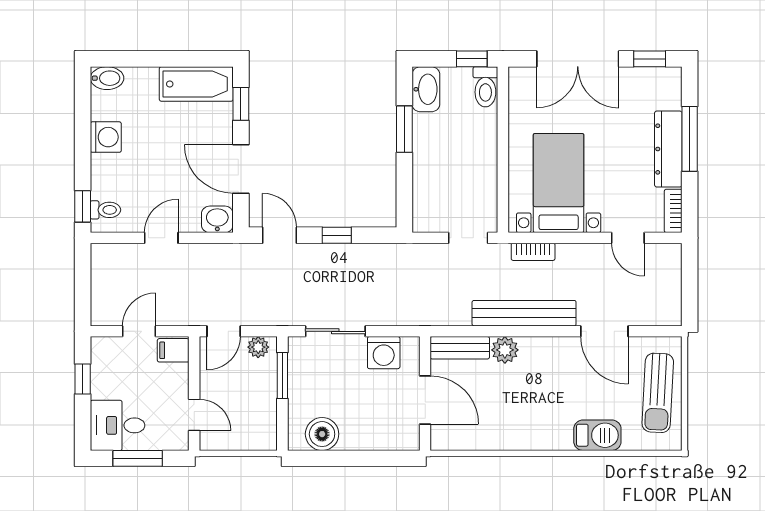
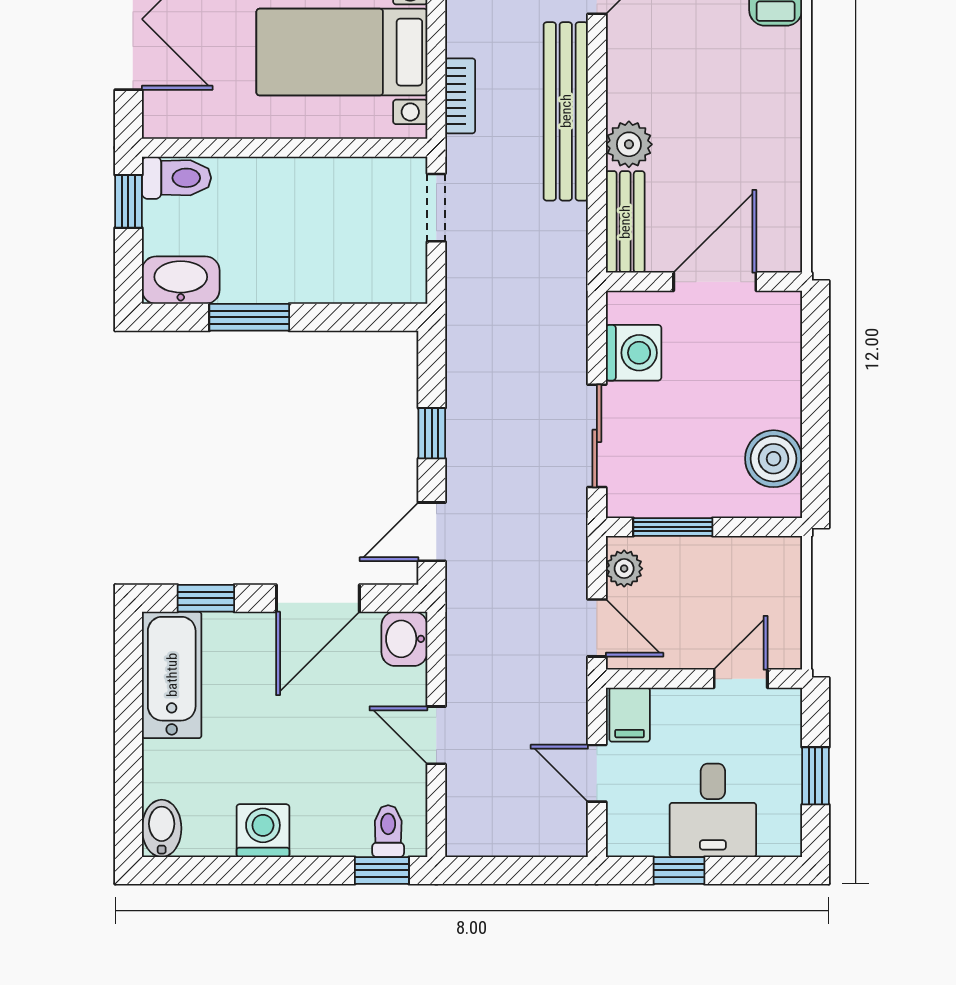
desk: (118, 425) -> (713, 810), moved
window: (138, 458) -> (815, 776), width x0.67

